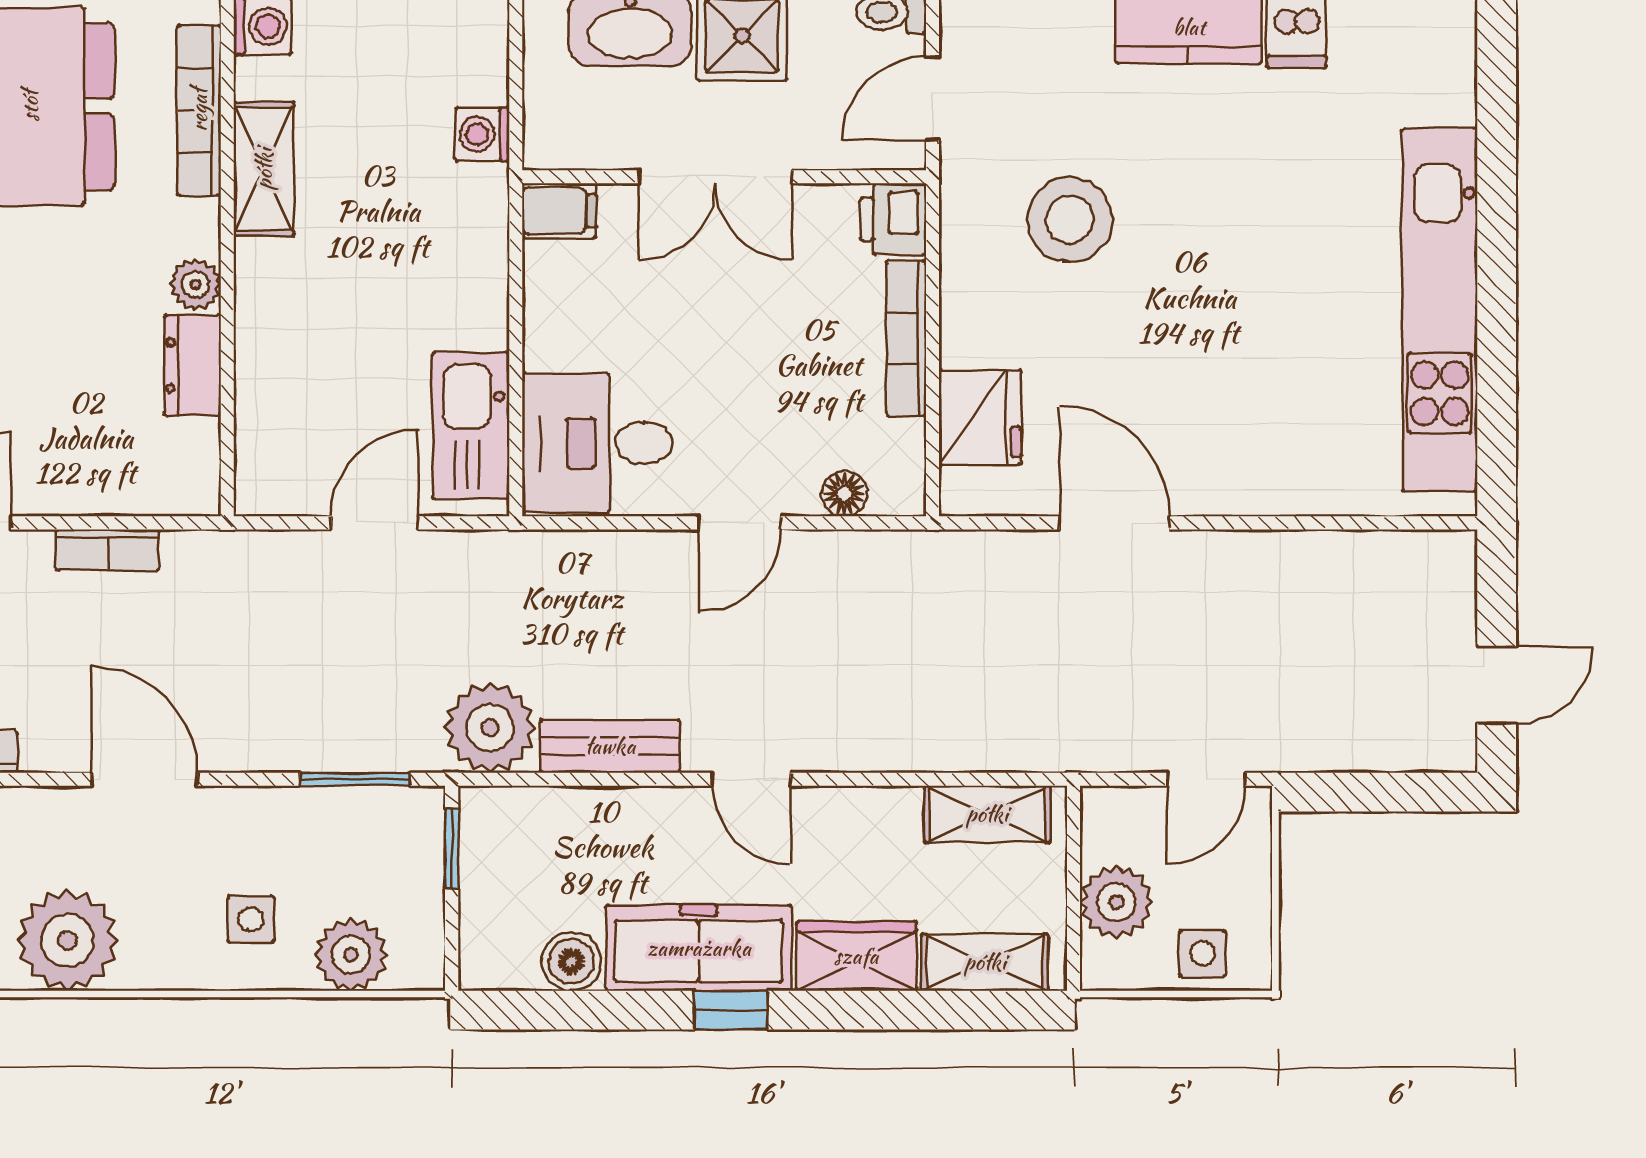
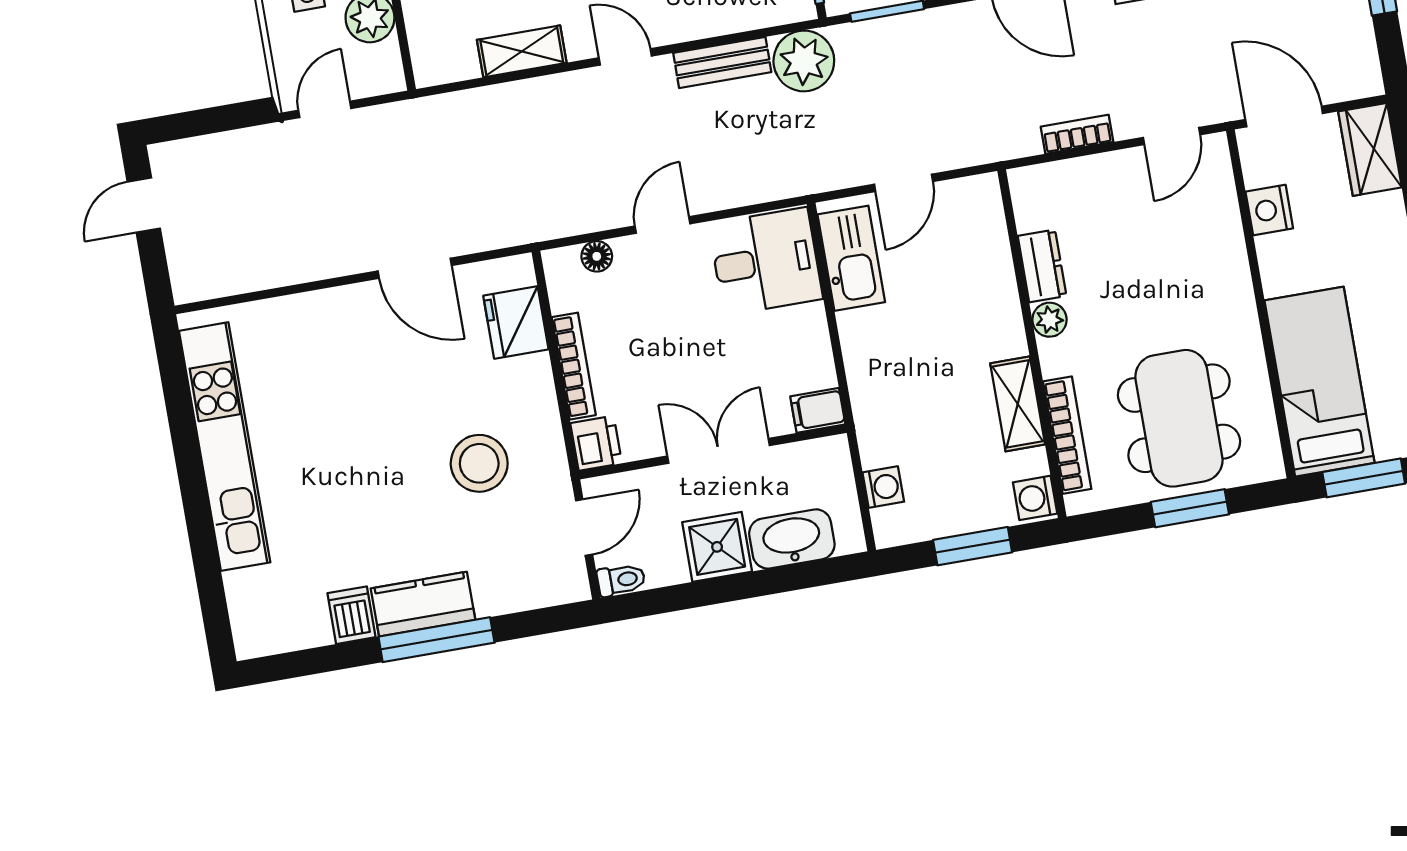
washing machine: (482, 134) -> (883, 487), moved
shelving: (987, 814) -> (522, 51), moved

